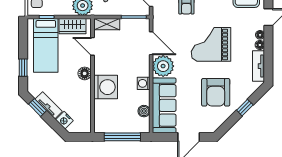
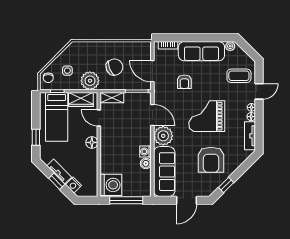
washing machine: (106, 87) -> (111, 185), moved
window: (38, 107) -> (57, 181), moved
window: (245, 108) -> (226, 185), moved
boiler: (144, 111) -> (146, 163), moved

